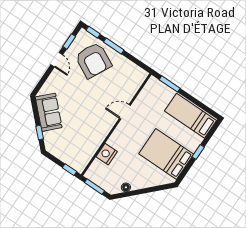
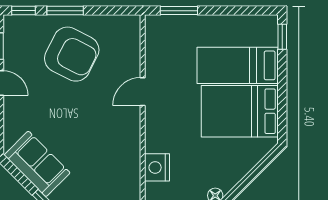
armchair: (93, 60) -> (72, 54), moved
bed: (190, 116) -> (238, 65), moved
window: (198, 152) -> (282, 37), moved

